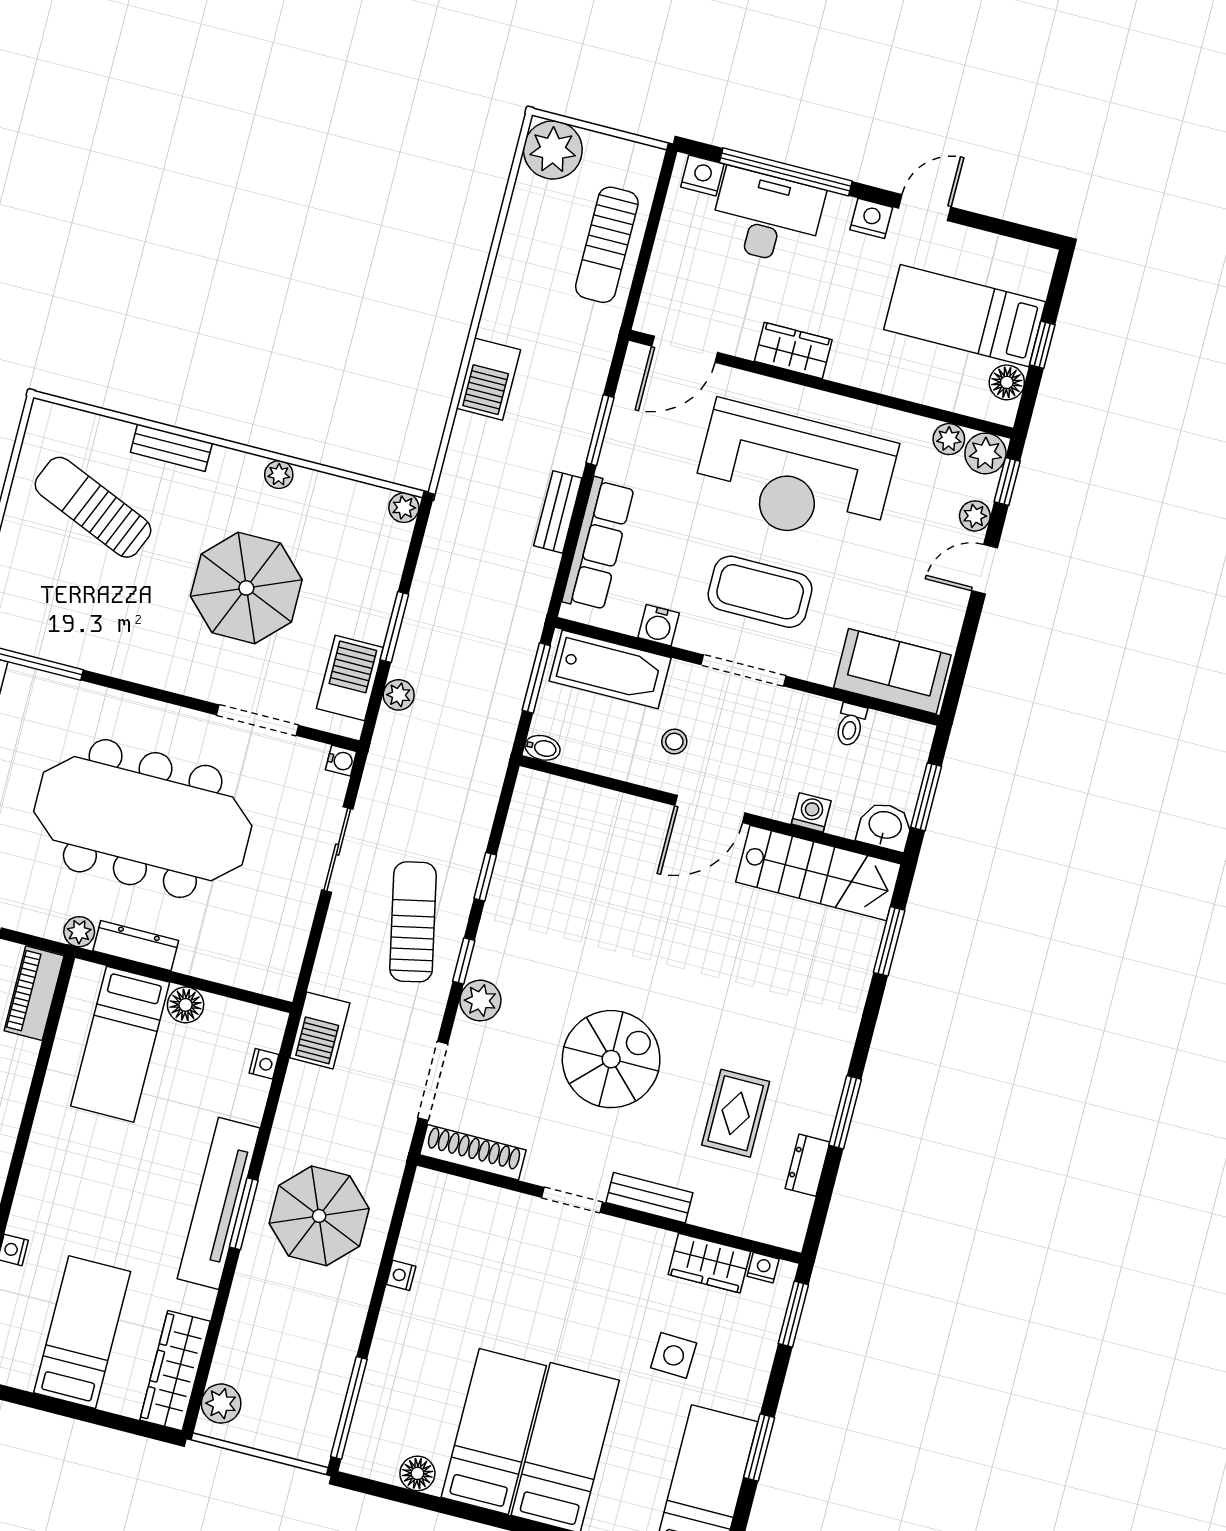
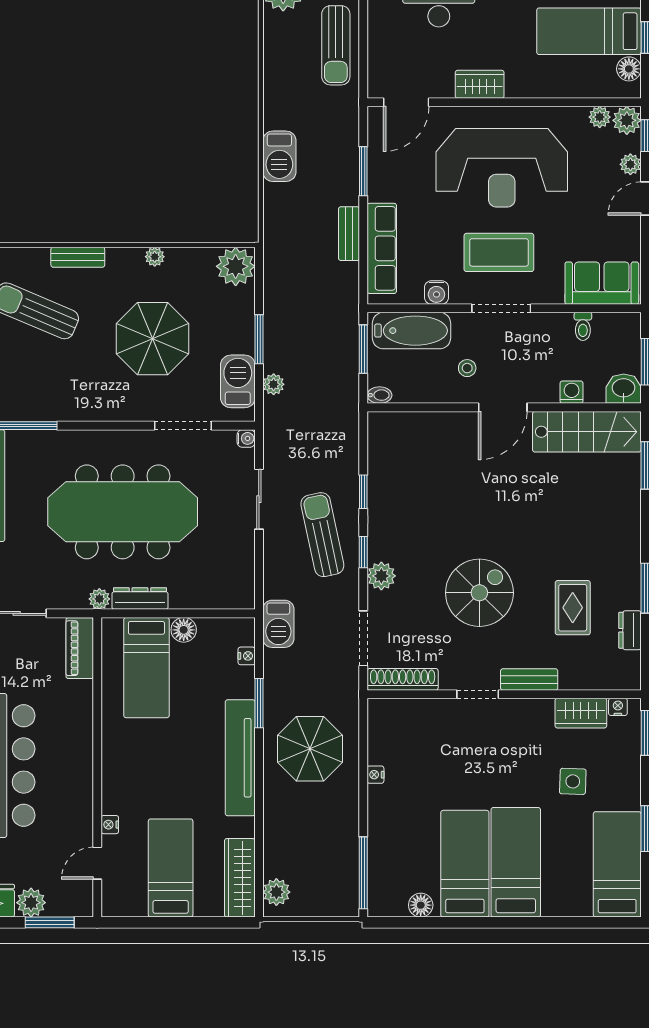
plant: (404, 508) -> (236, 266), width x1.88, depth x1.88
window: (244, 1214) -> (259, 703), moved

